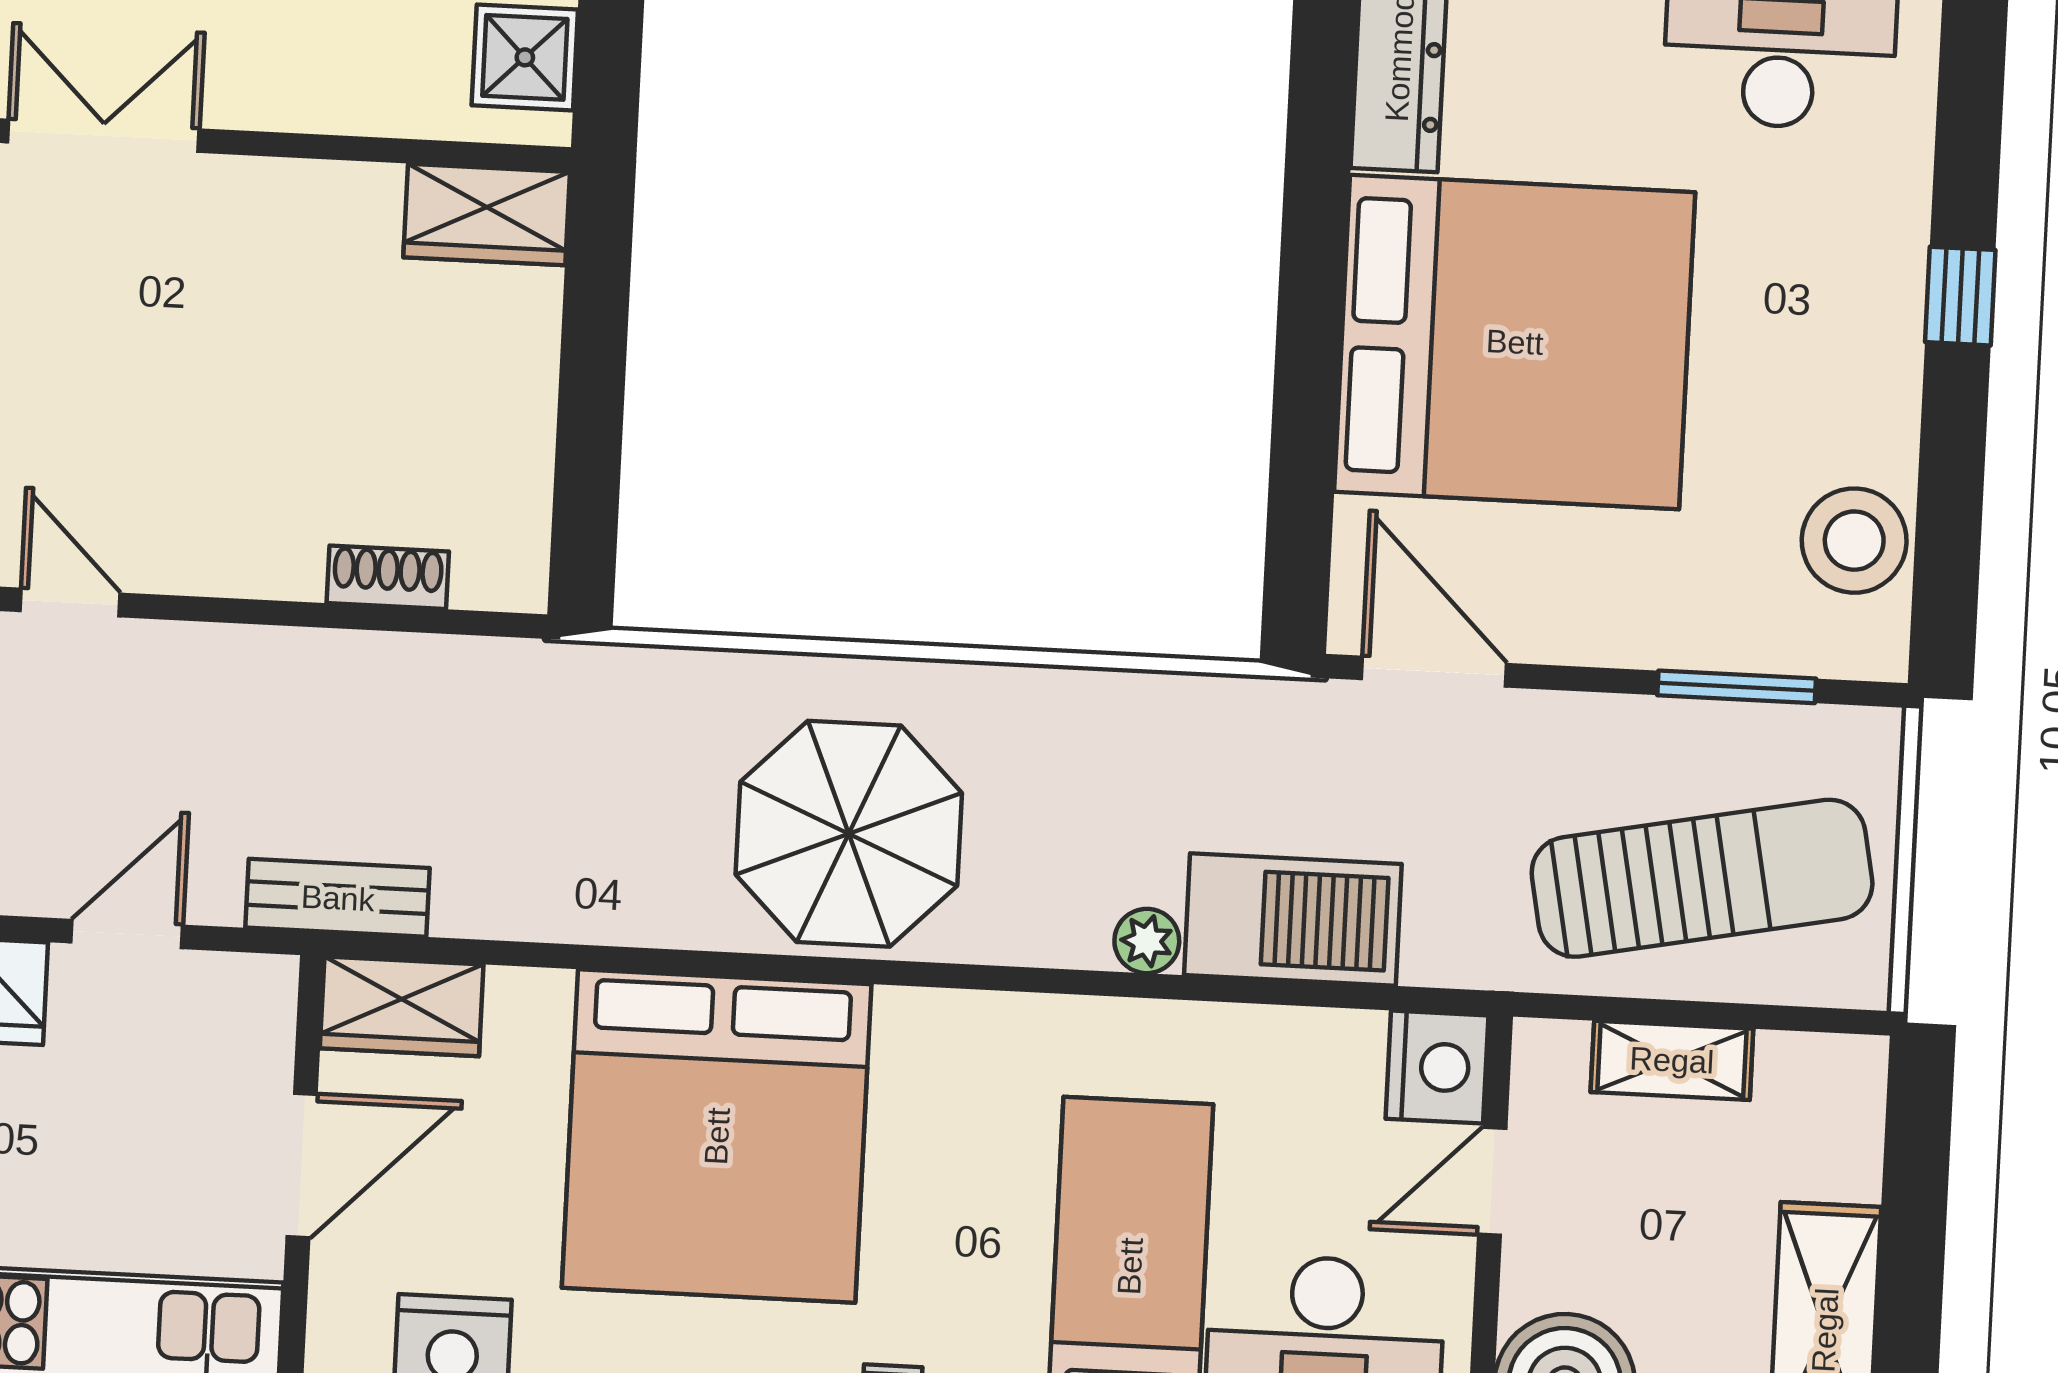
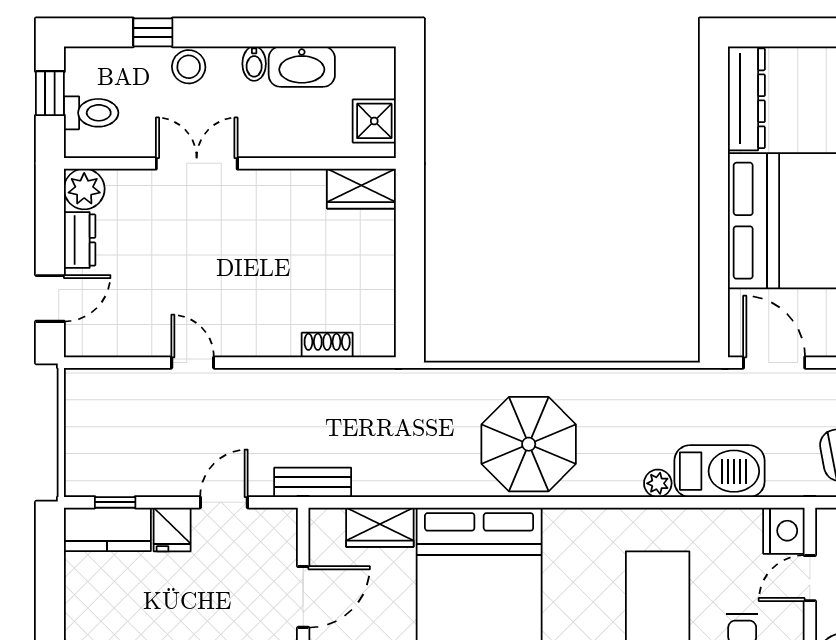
wardrobe: (402, 1006) -> (380, 527), moved

